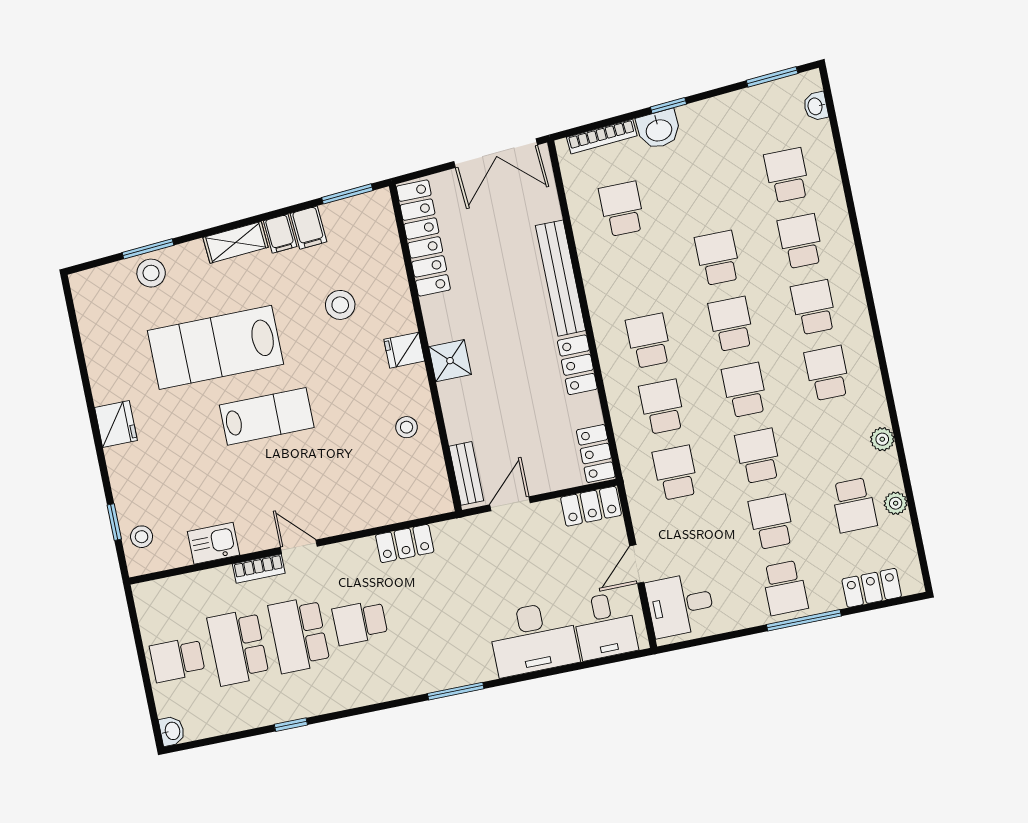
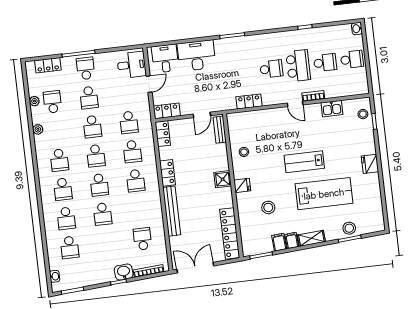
school desk: (622, 209) -> (143, 239), turned 180
school desk: (238, 647) -> (325, 63), width x0.54

